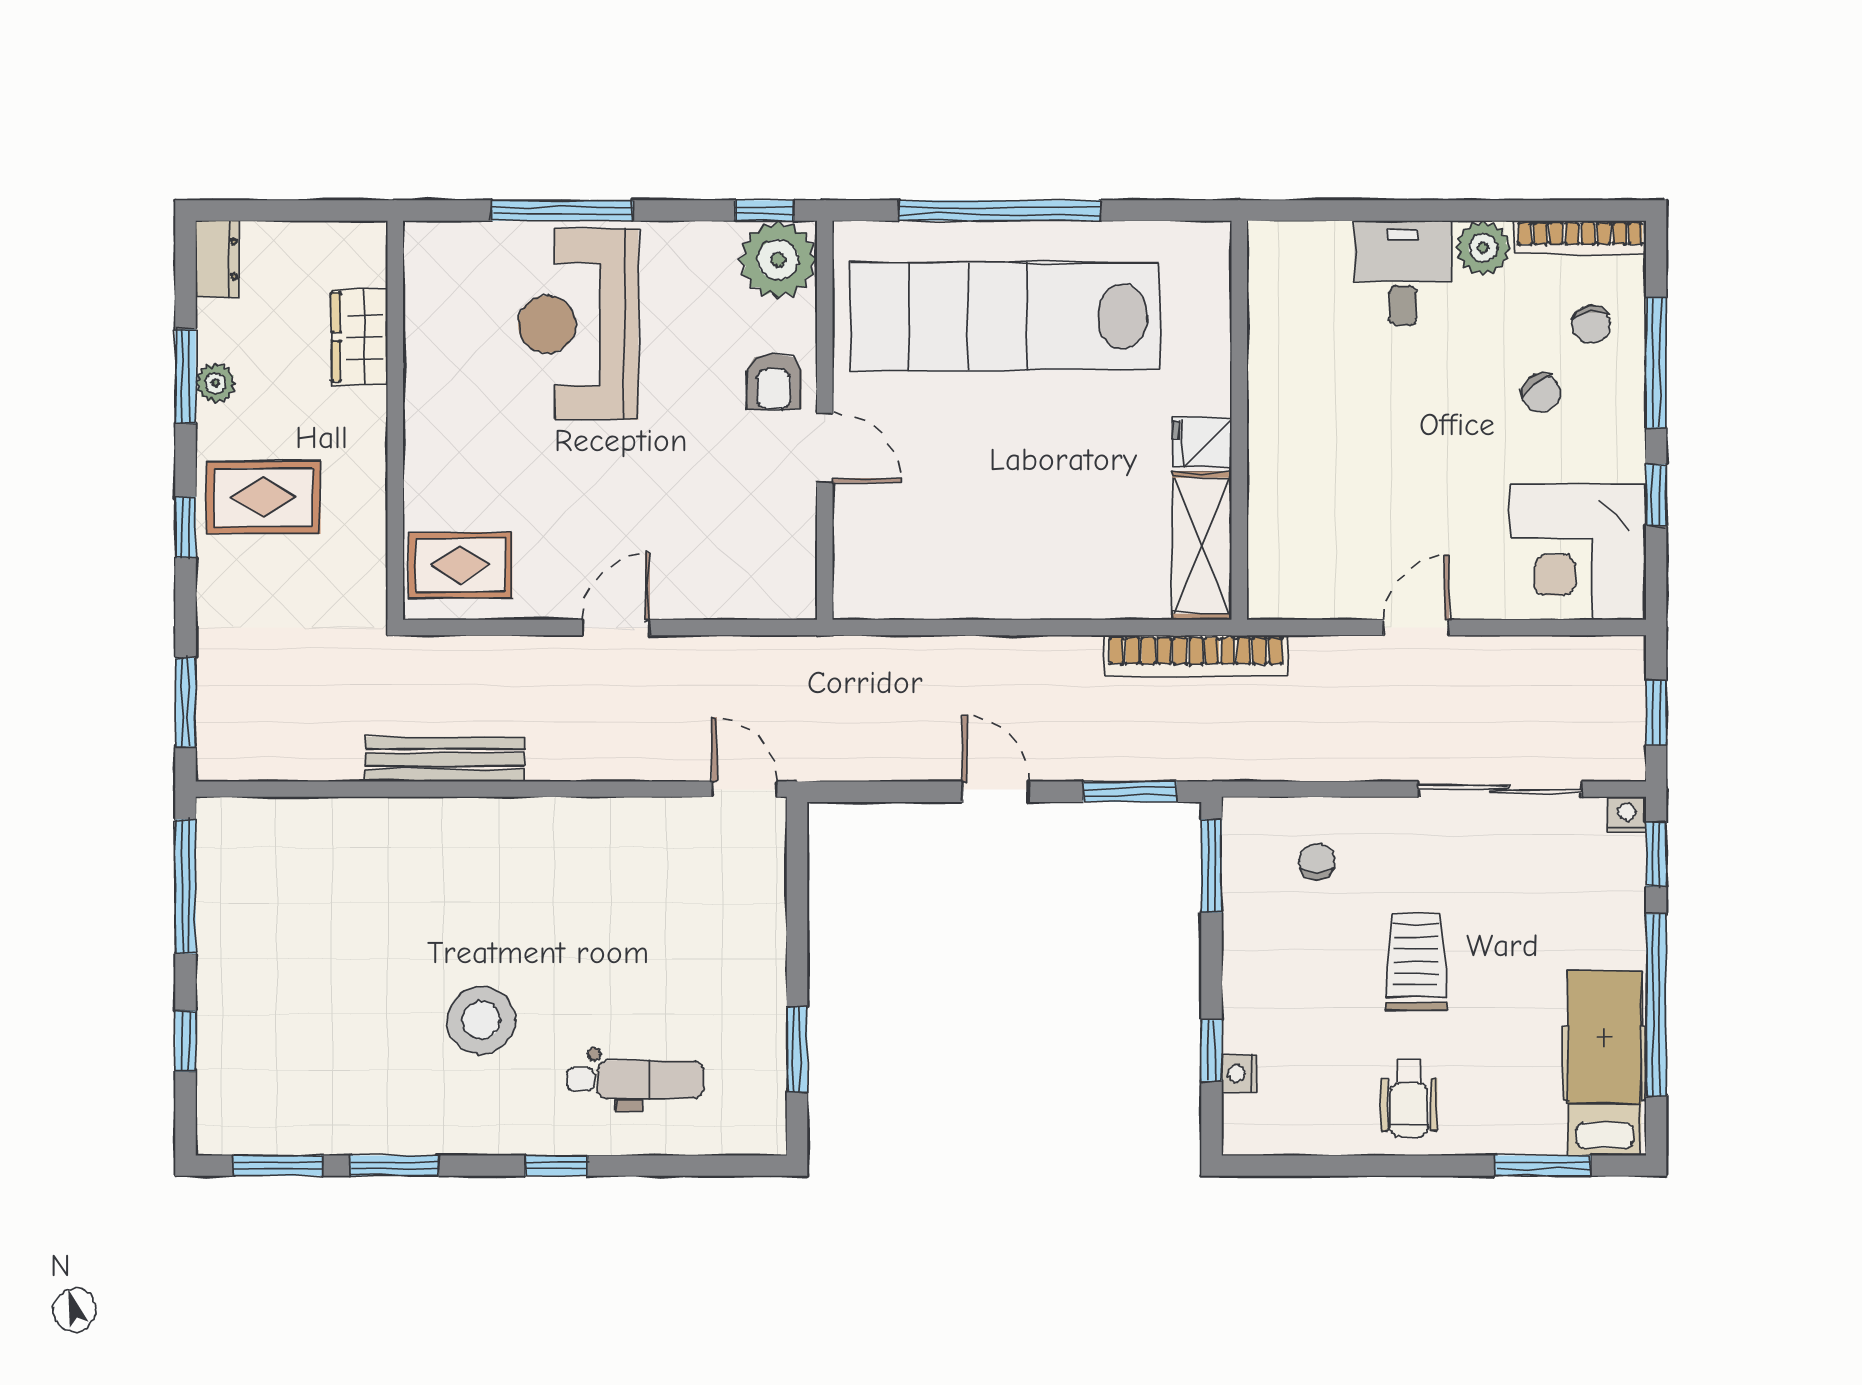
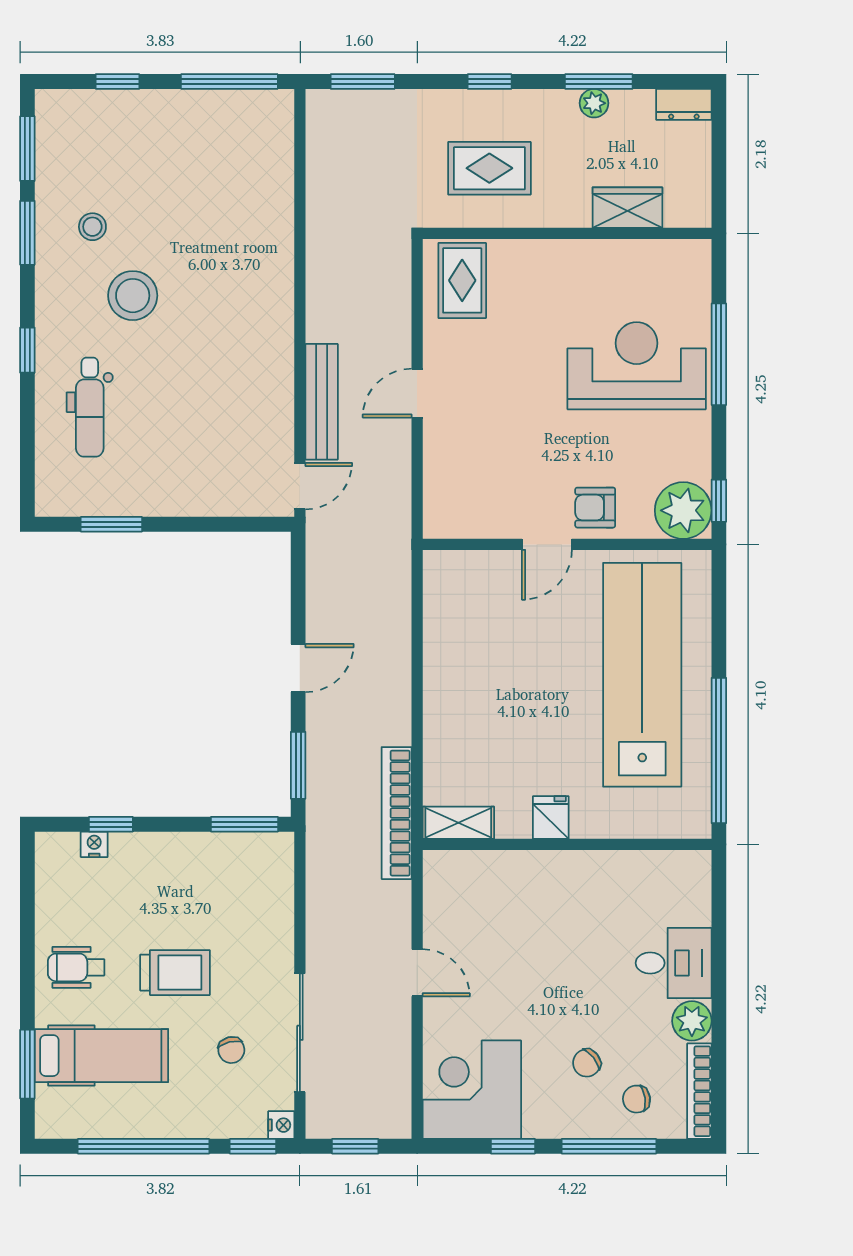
window: (1000, 211) -> (719, 750), moved
rug: (263, 497) -> (489, 168), moved, turned 90
shelving: (1202, 546) -> (458, 823), width x0.67, depth x0.75
door: (616, 627) -> (417, 393), swing flipped
bench: (445, 759) -> (322, 402), moved
chair: (1317, 861) -> (231, 1050), moved, turned 76
hospital bed: (1604, 1063) -> (101, 1056), moved
stool: (386, 1076) -> (92, 227), added

